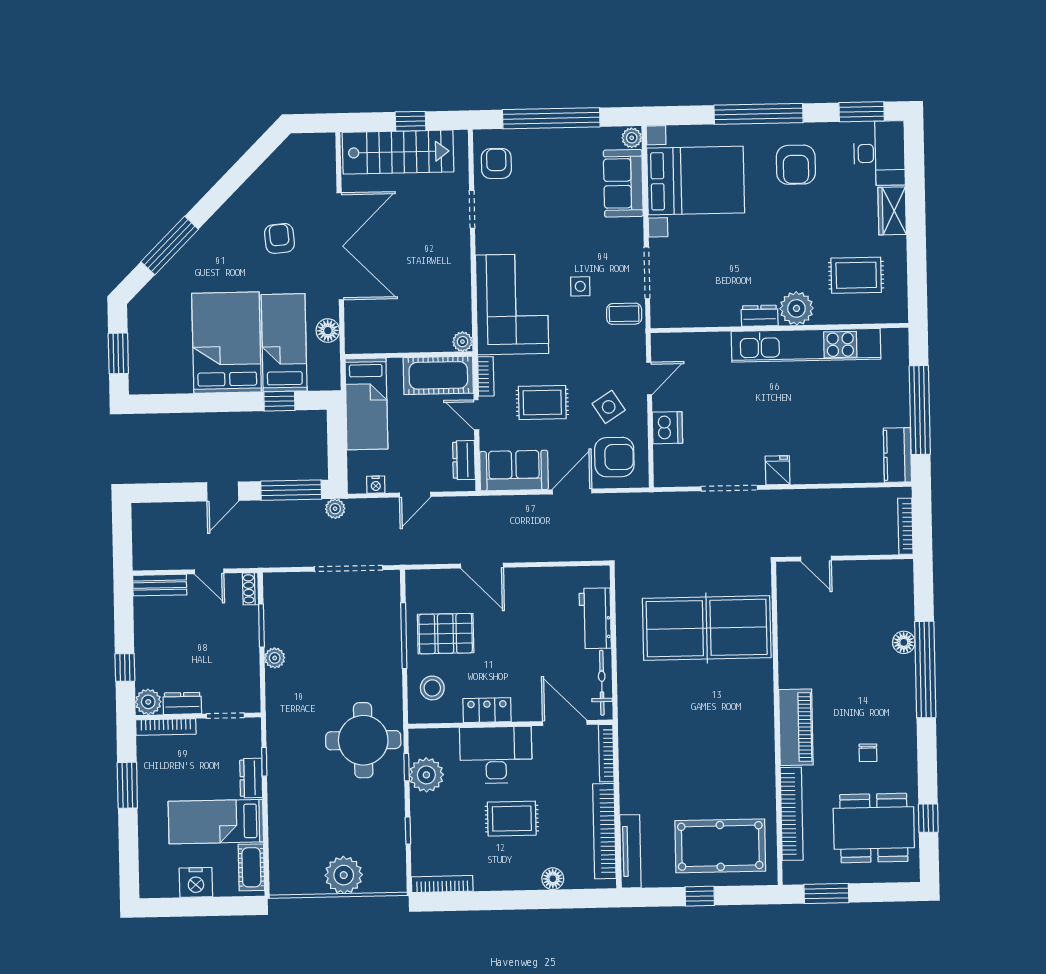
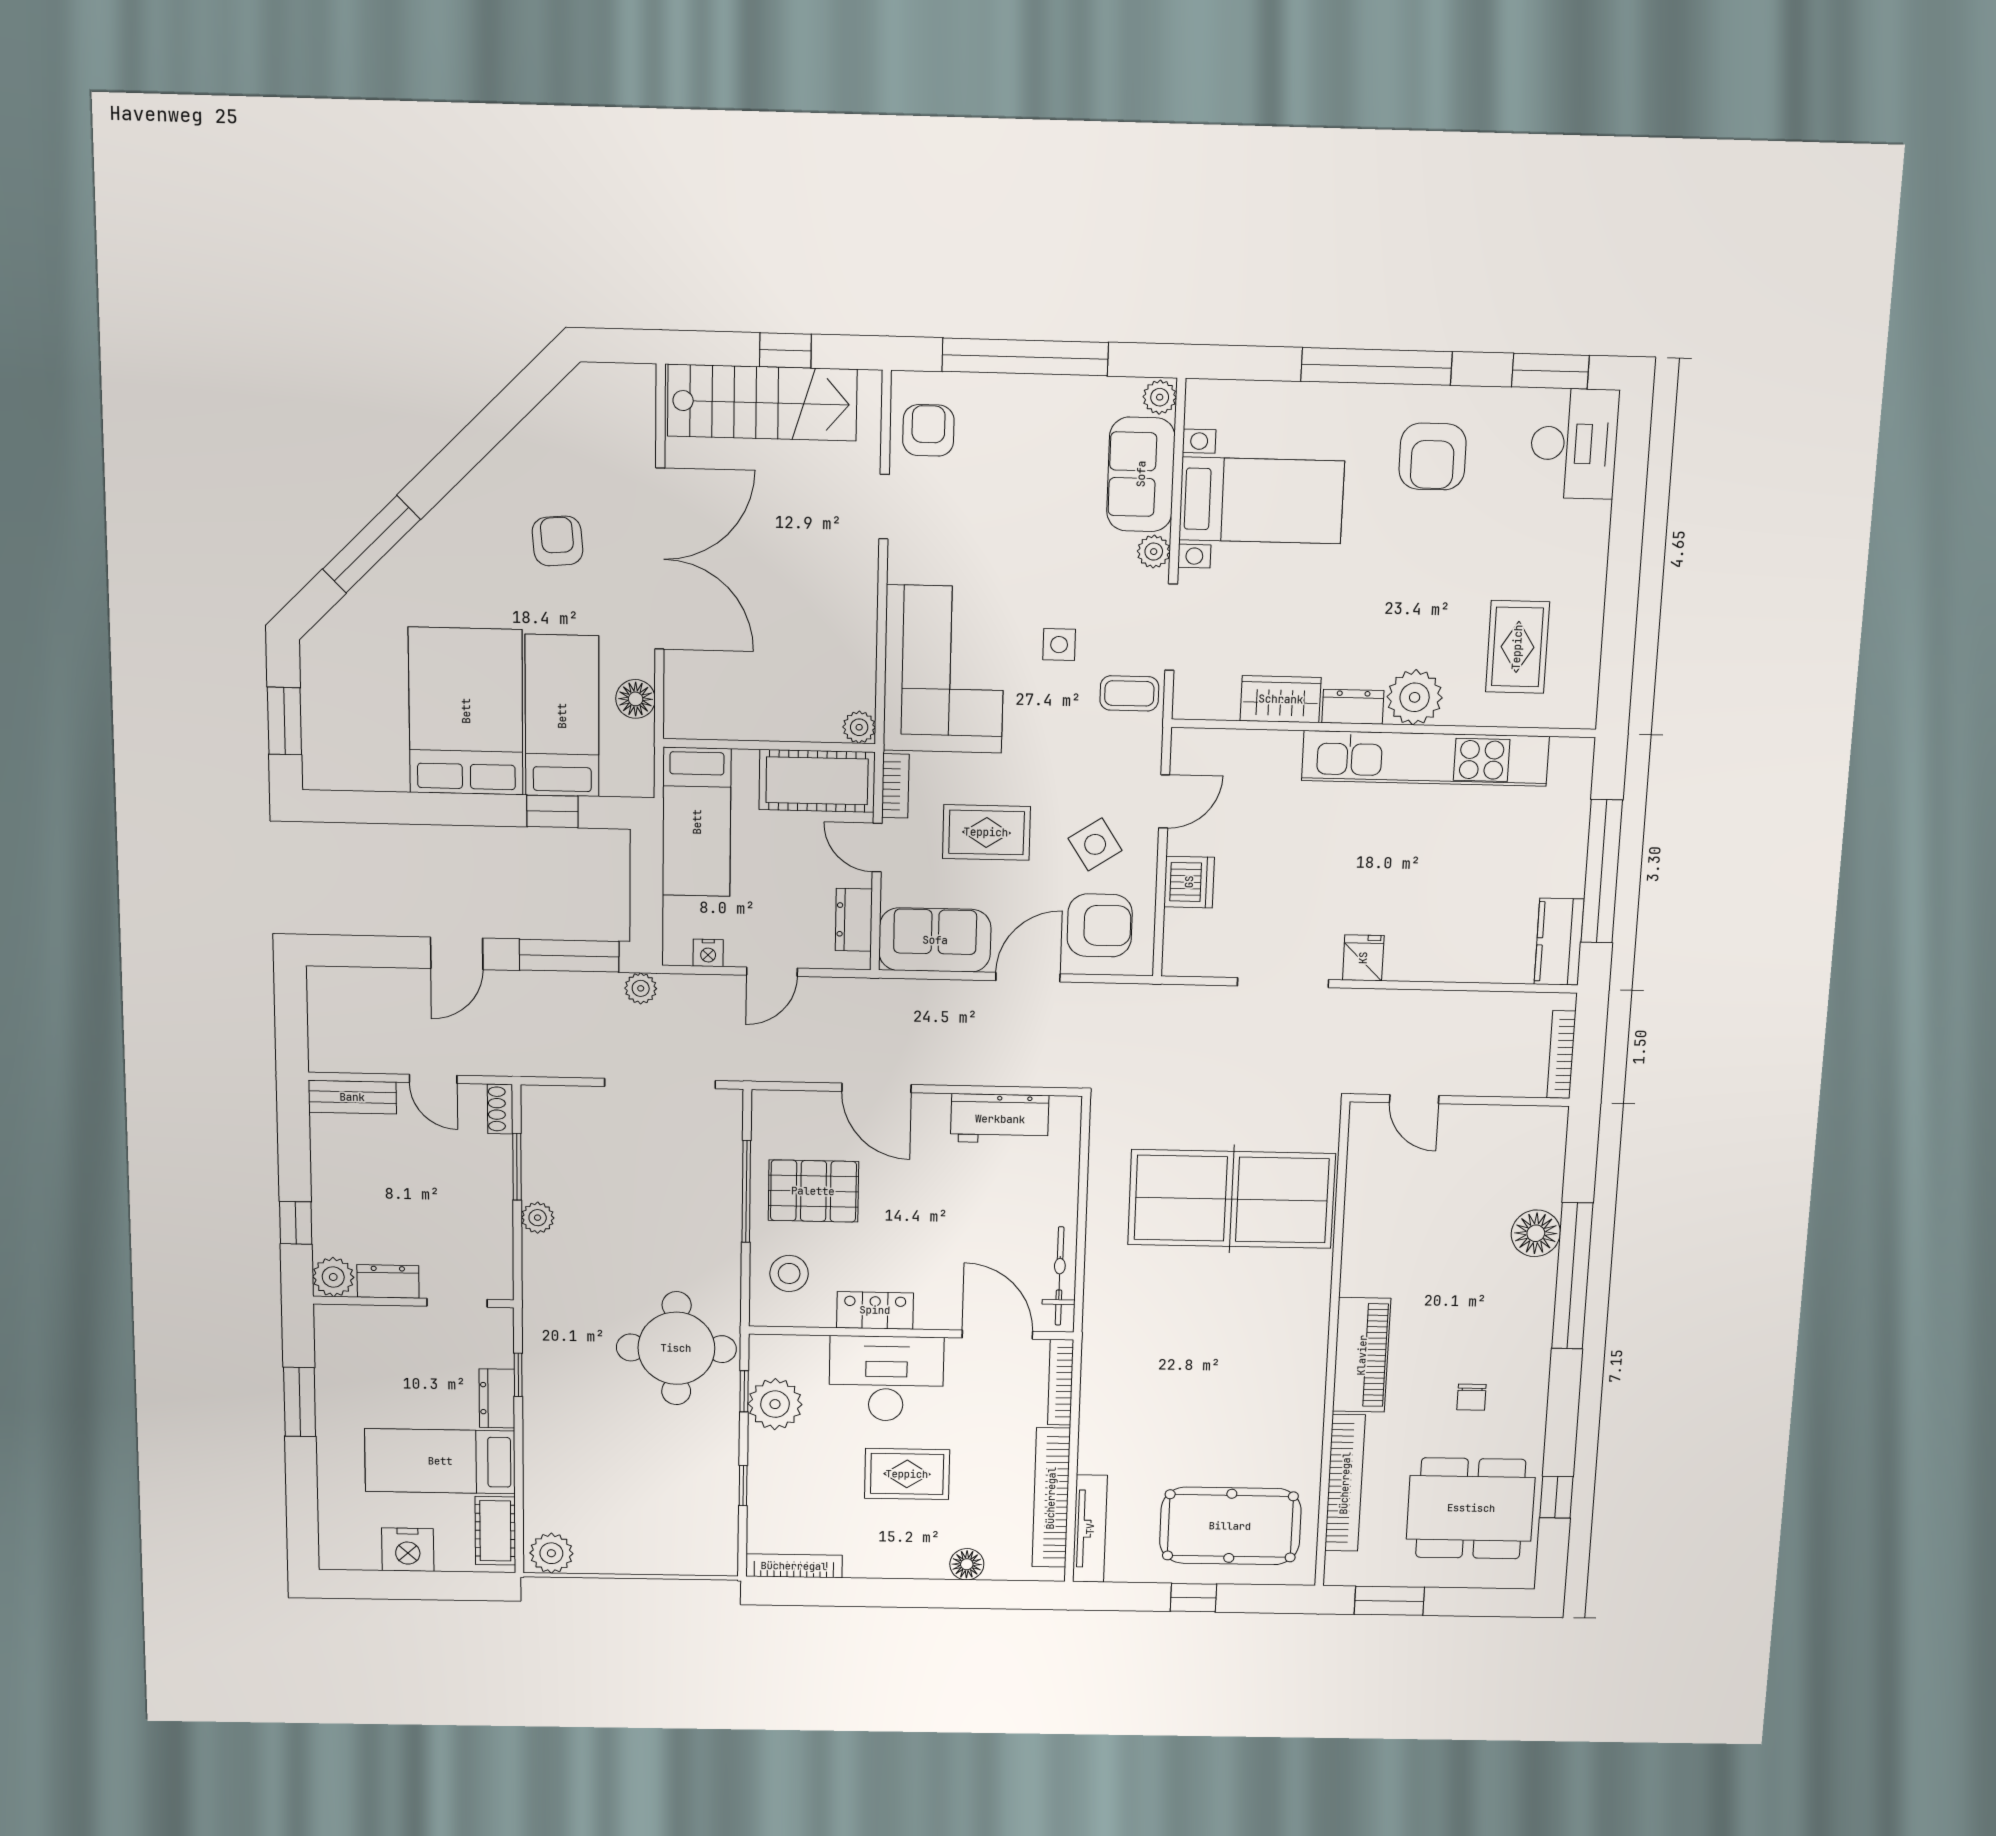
bed with nightstands: (696, 181) -> (1262, 500), width x0.73
wardrobe: (892, 211) -> (1281, 699), moved, turned 90
plant: (634, 228) -> (1154, 552), added
rug: (856, 275) -> (1517, 647), turned 90
workbench: (595, 618) -> (1000, 1119), moved, turned -90
floor lamp: (904, 642) -> (1536, 1233), width x1.38, depth x1.38
bookcase: (166, 727) -> (361, 1316), removed
plant: (344, 875) -> (551, 1553), moved, width x0.73, depth x0.73

